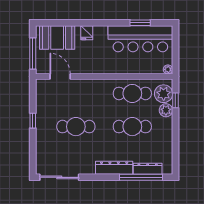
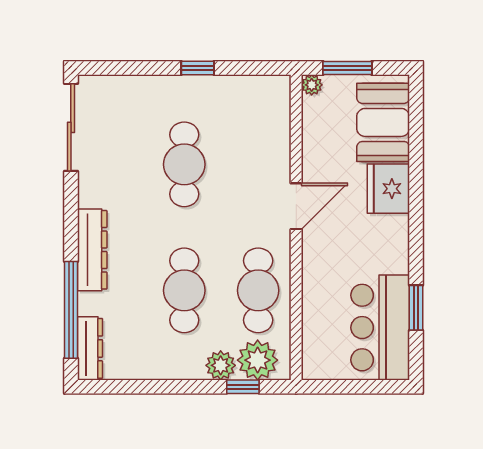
fridge: (87, 33) -> (388, 189), width x1.88, depth x1.34
bar counter: (140, 39) -> (380, 328), width x0.73
window: (33, 54) -> (347, 68), width x0.69
plant: (168, 69) -> (312, 85), moved
door: (60, 76) -> (296, 206), moved
dresser: (148, 169) -> (90, 348), moved

